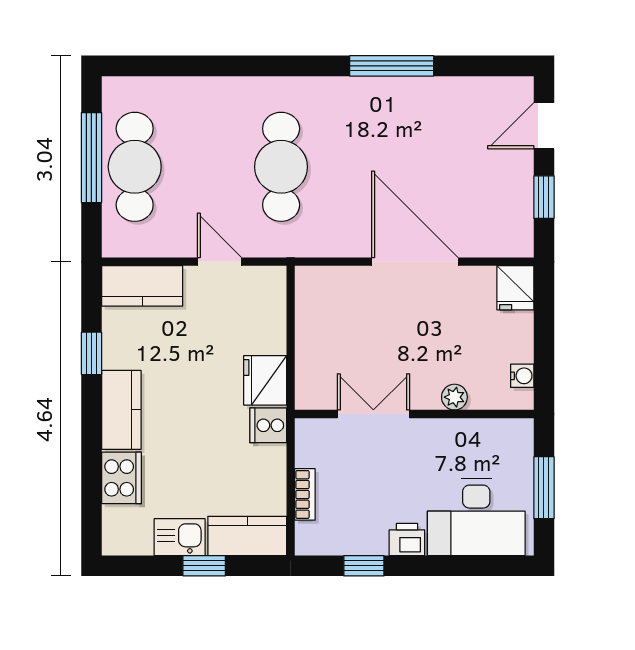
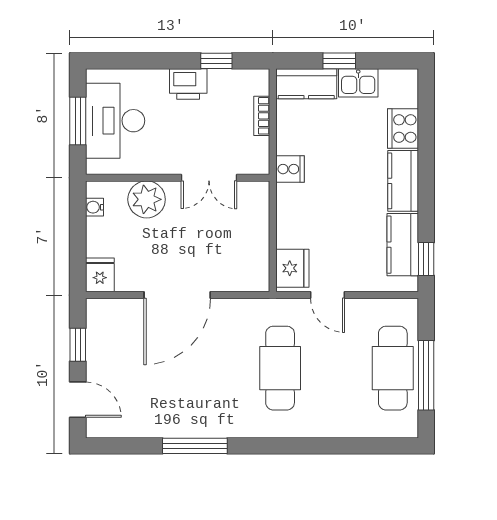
door: (544, 126) -> (78, 400), hinge flipped
door: (415, 262) -> (177, 295), hinge flipped
kitchen counter: (142, 286) -> (403, 245), moved, turned -90
window: (91, 353) -> (426, 259), moved
fridge: (265, 380) -> (292, 268), moved
plant: (454, 397) -> (147, 199), width x1.87, depth x1.87
desk: (476, 517) -> (115, 121), moved, turned -90
printer: (407, 540) -> (188, 84), width x1.36, depth x1.24

